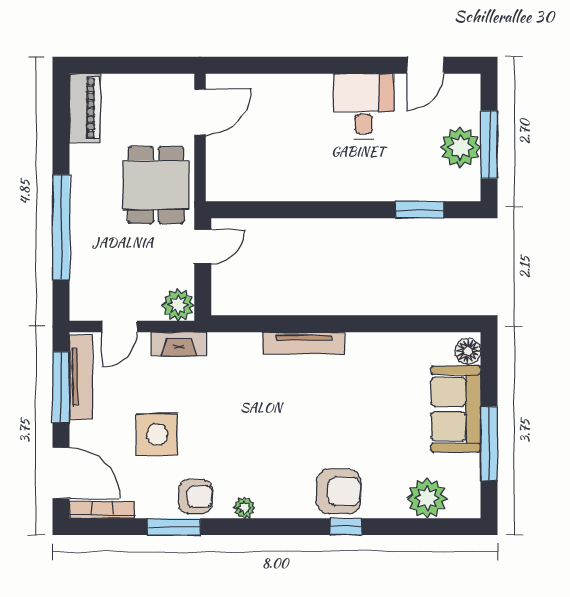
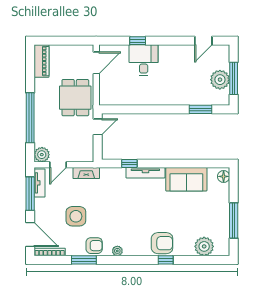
window: (287, 65) -> (138, 41), added
desk: (364, 106) -> (144, 60), moved
plant: (178, 305) -> (42, 155), moved
window: (270, 324) -> (129, 164), added
tv unit: (81, 377) -> (40, 183), width x0.71
sofa: (456, 409) -> (186, 179), moved, turned -90

